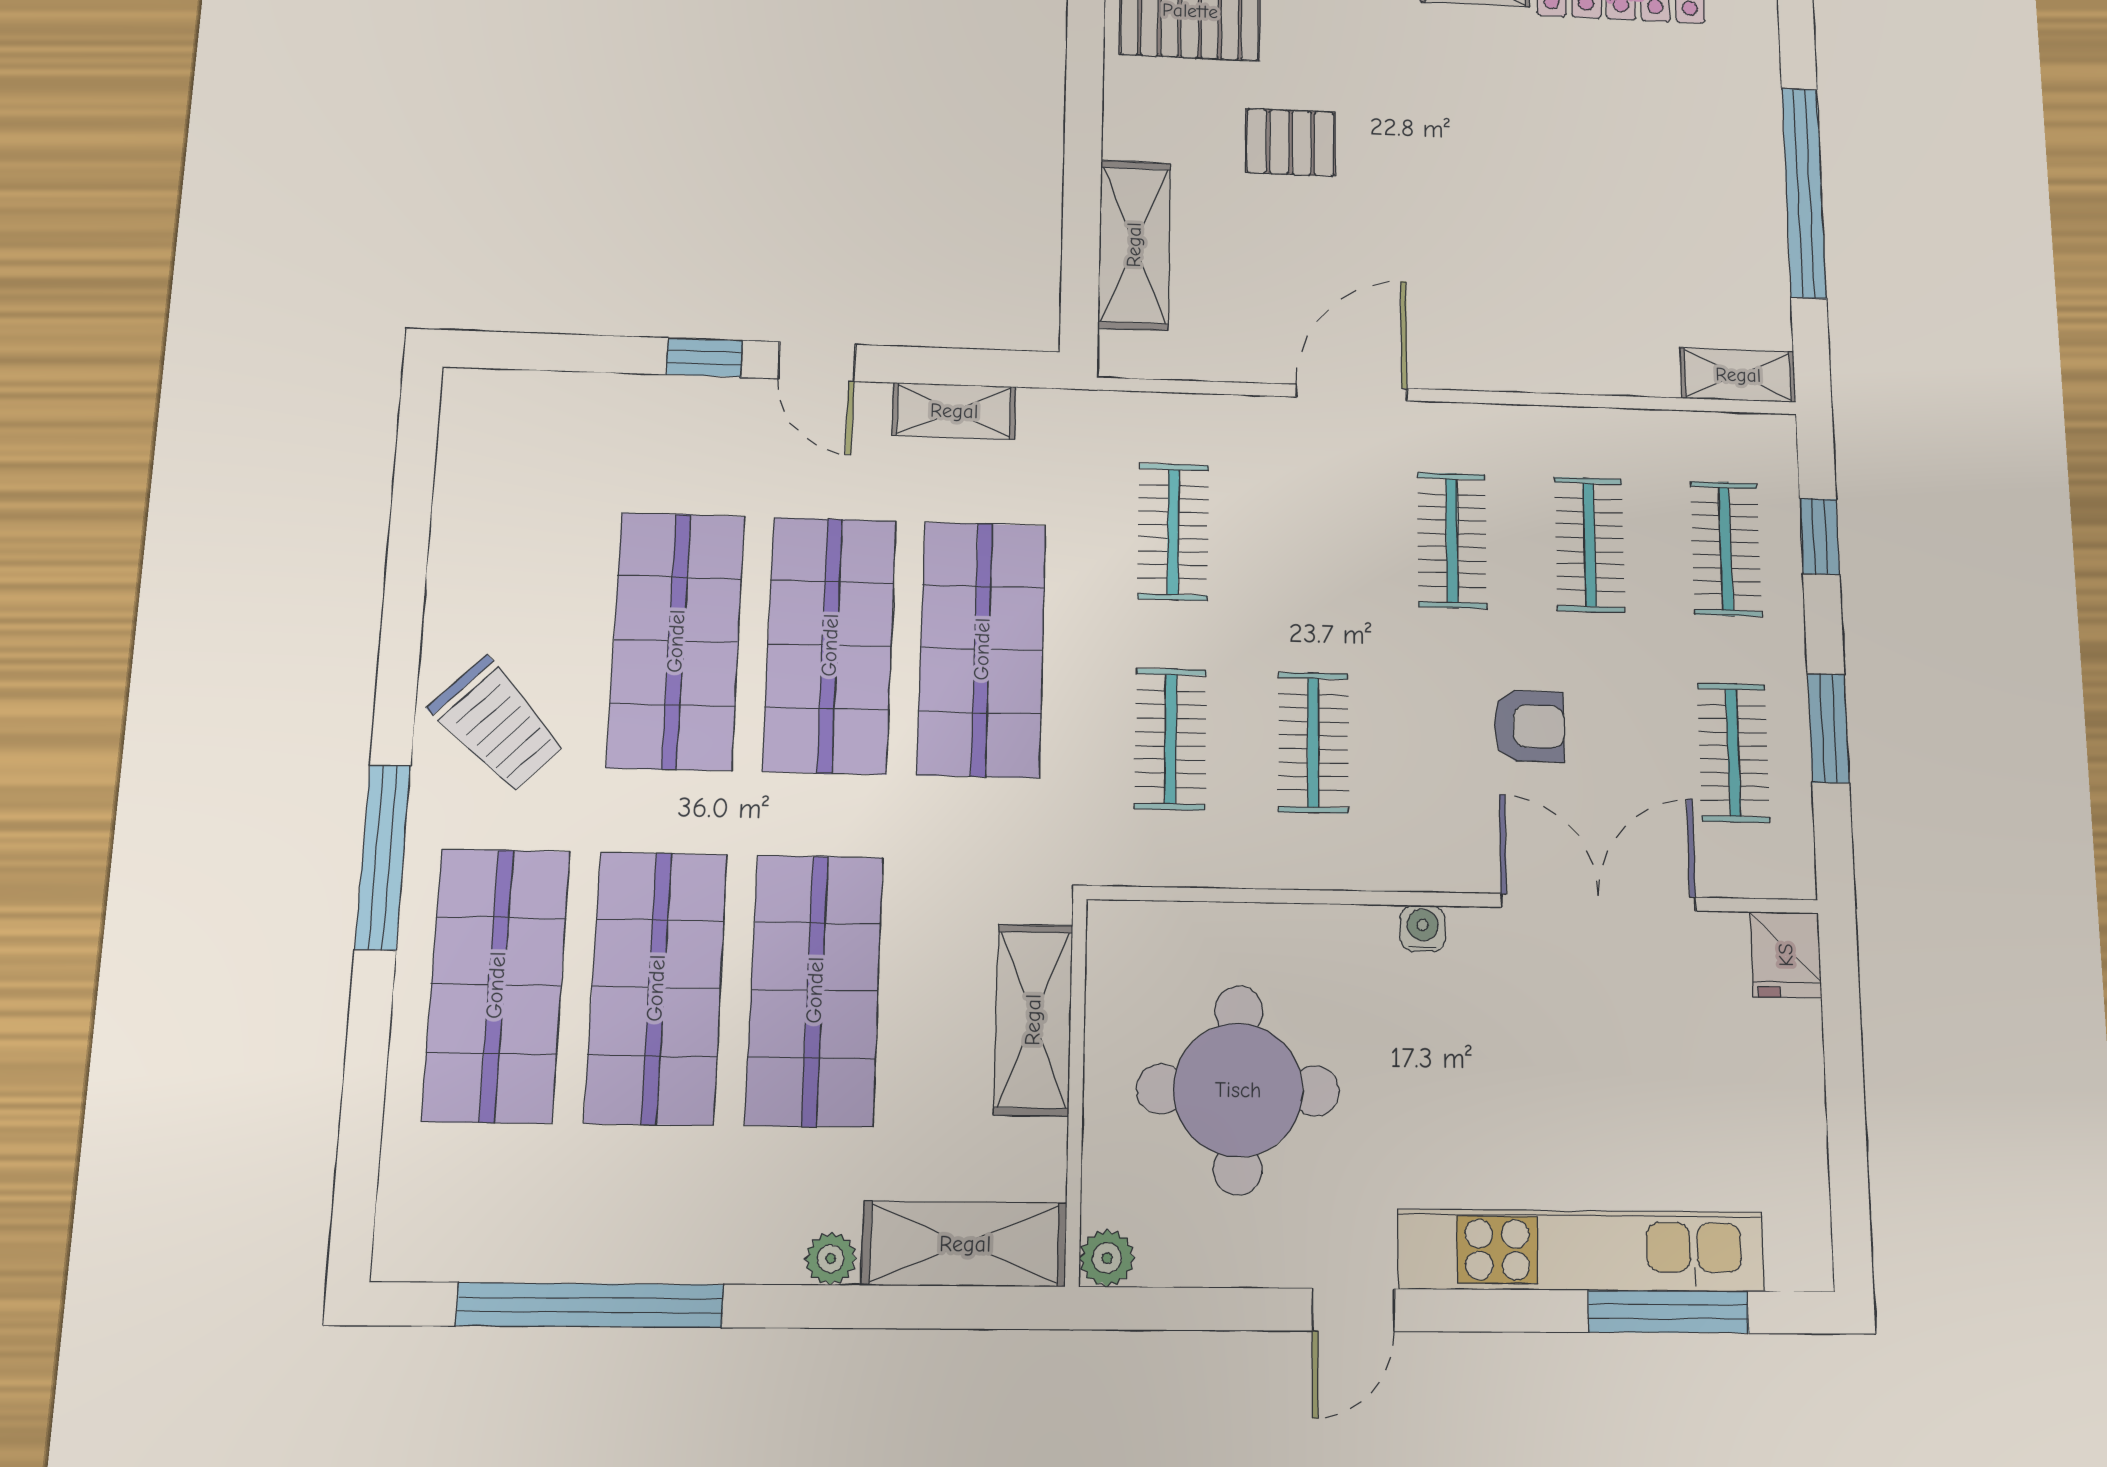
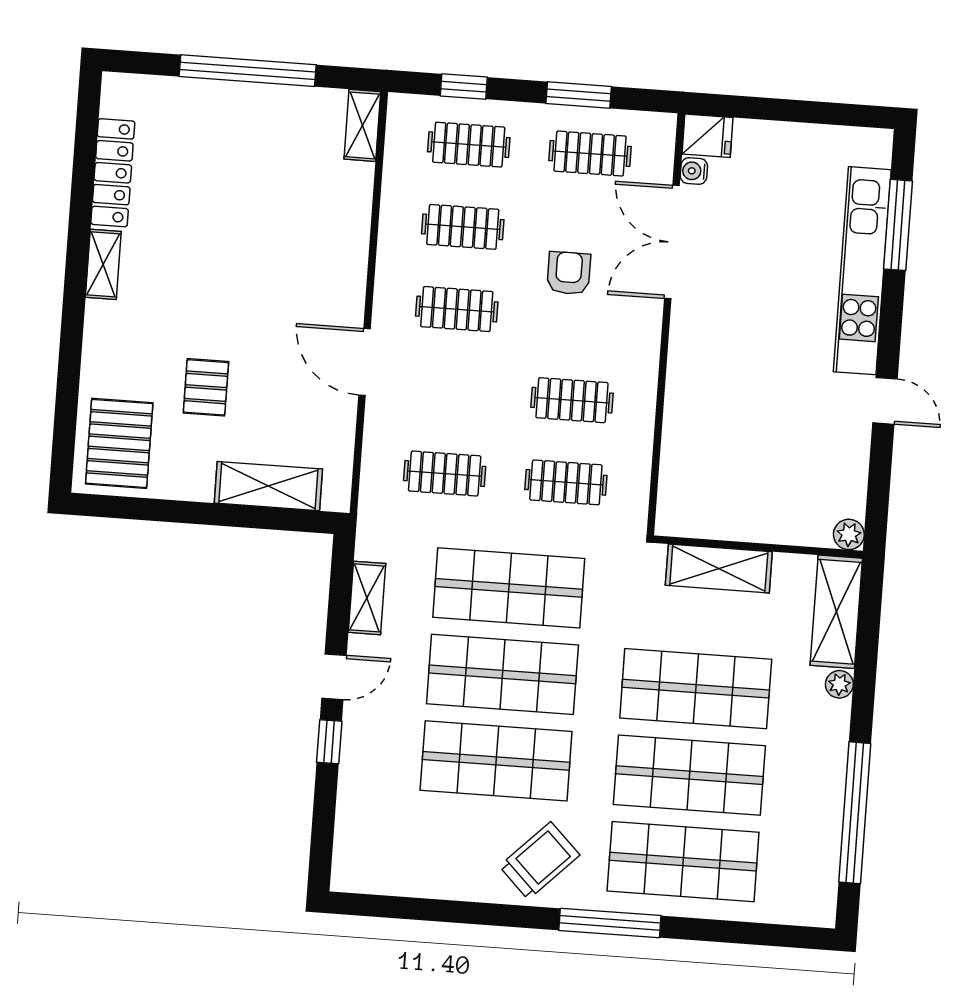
water cooler: (1423, 929) -> (694, 171), moved
round table: (1238, 1090) -> (764, 457), removed

